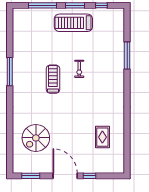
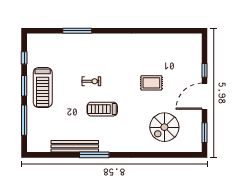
bench: (18, 53) -> (75, 146), added
rug: (102, 137) -> (151, 83), moved
spiral stairs: (36, 138) -> (164, 127), turned 90

